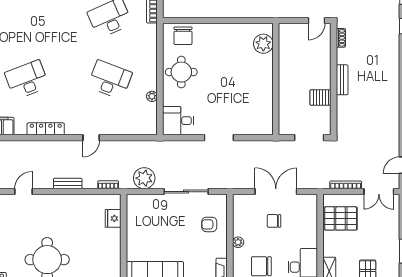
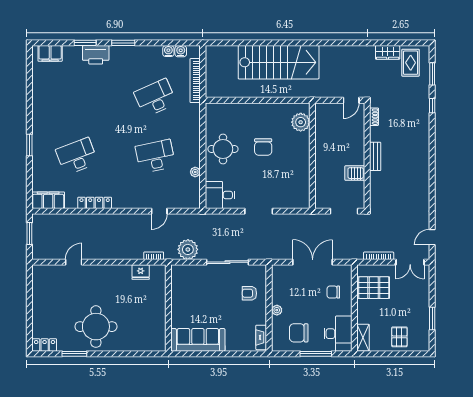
chair: (183, 36) -> (263, 147), moved
desk: (110, 80) -> (155, 156), turned -33
door: (91, 138) -> (159, 211), moved
bench: (68, 183) -> (115, 254), removed
fridge: (113, 218) -> (141, 272), moved, turned -90
chair: (274, 221) -> (333, 292), moved

